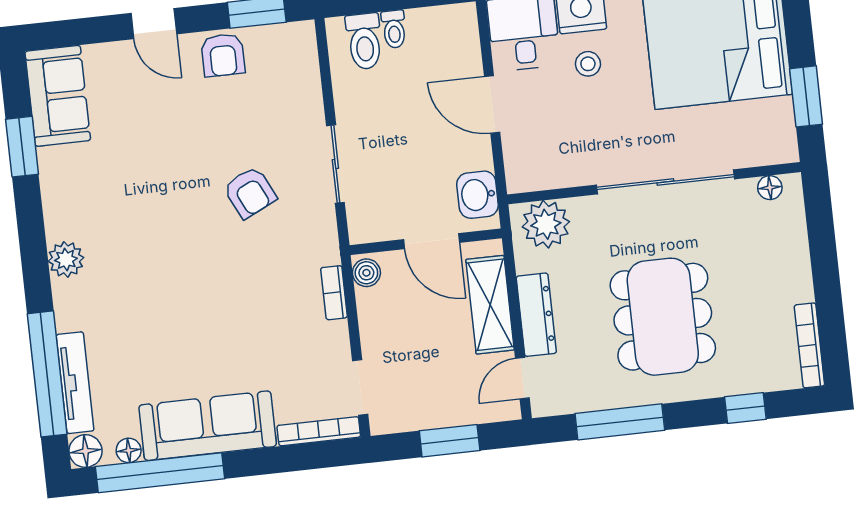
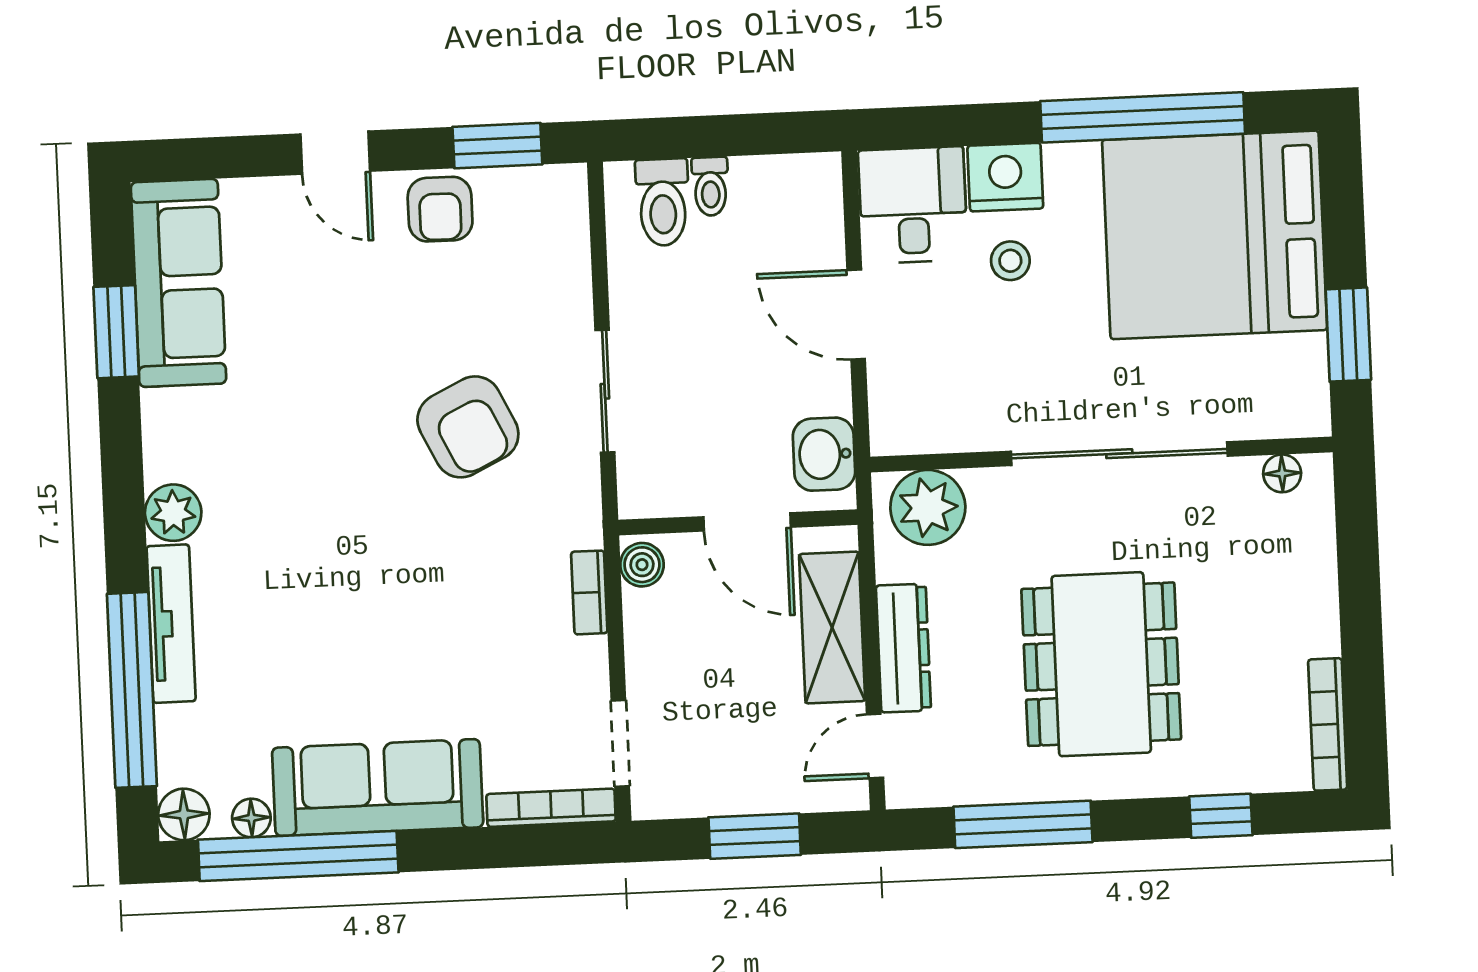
sofa: (58, 96) -> (179, 283), width x1.36
armchair: (250, 192) -> (468, 427), width x1.38, depth x1.38
tv unit: (75, 383) -> (171, 624), moved

